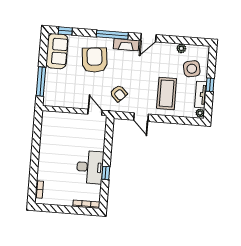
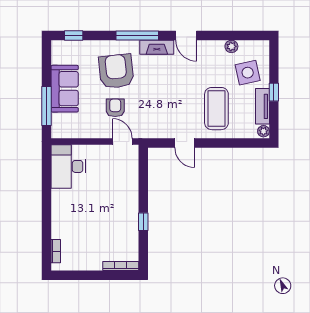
door: (148, 38) -> (186, 36), hinge flipped
sofa: (57, 51) -> (65, 89), moved
armchair: (119, 93) -> (115, 108), moved, turned -135
desk: (90, 167) -> (68, 166), moved, turned 180

